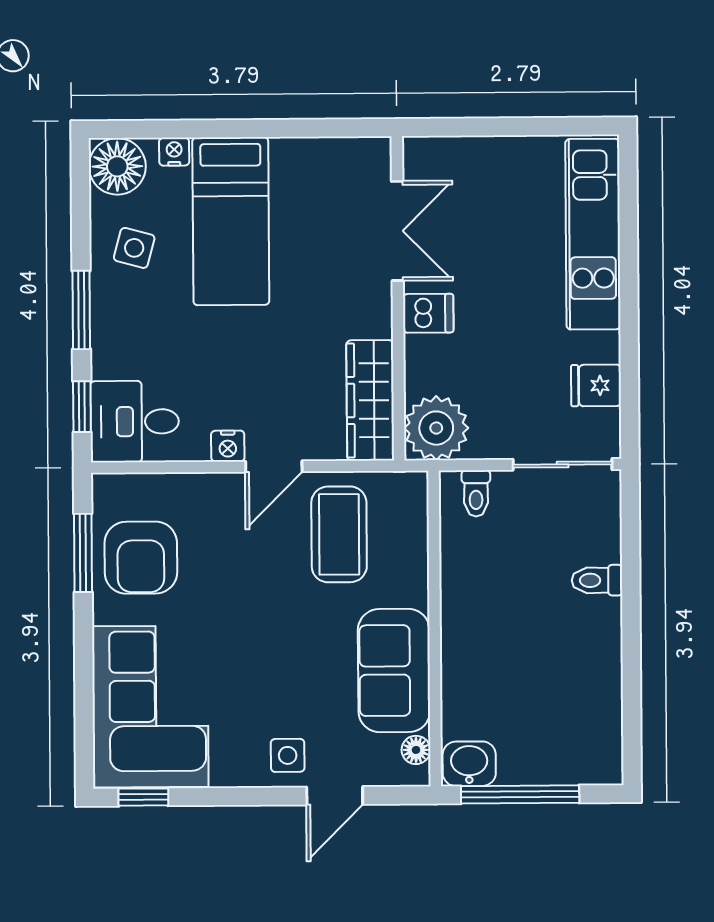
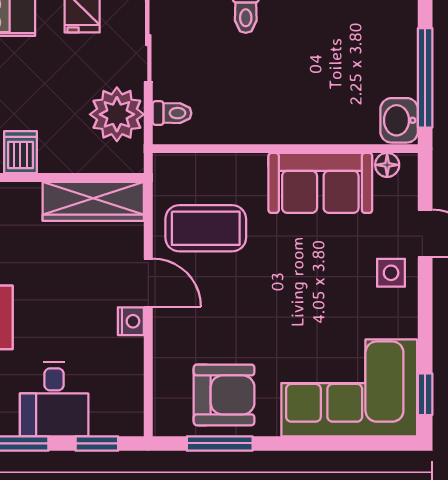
desk: (135, 422) -> (54, 399), moved
plant: (436, 428) -> (117, 114), moved

